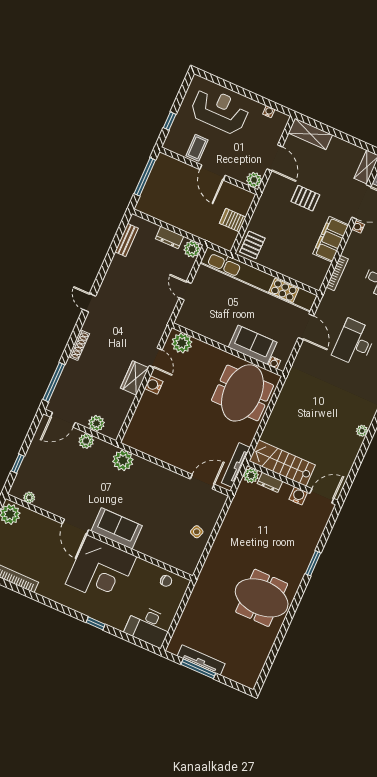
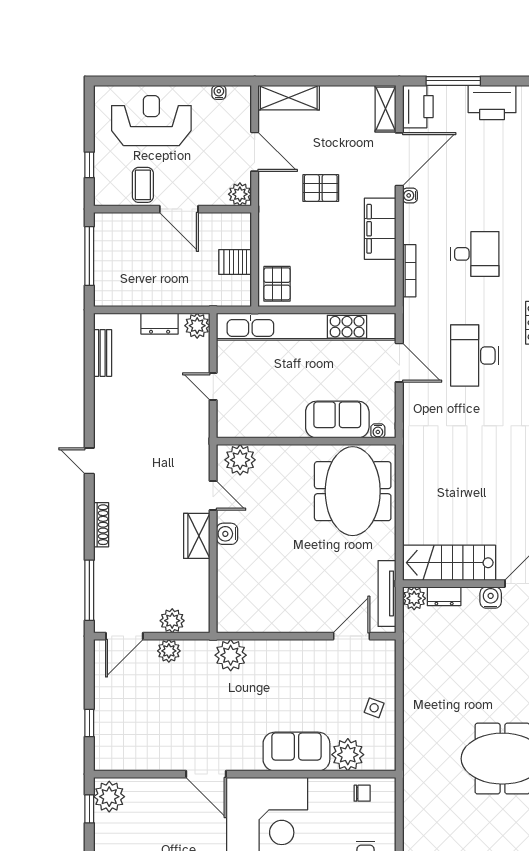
plant: (29, 498) -> (348, 755), moved, width x1.87, depth x1.87
sofa: (117, 528) -> (296, 752), moved

